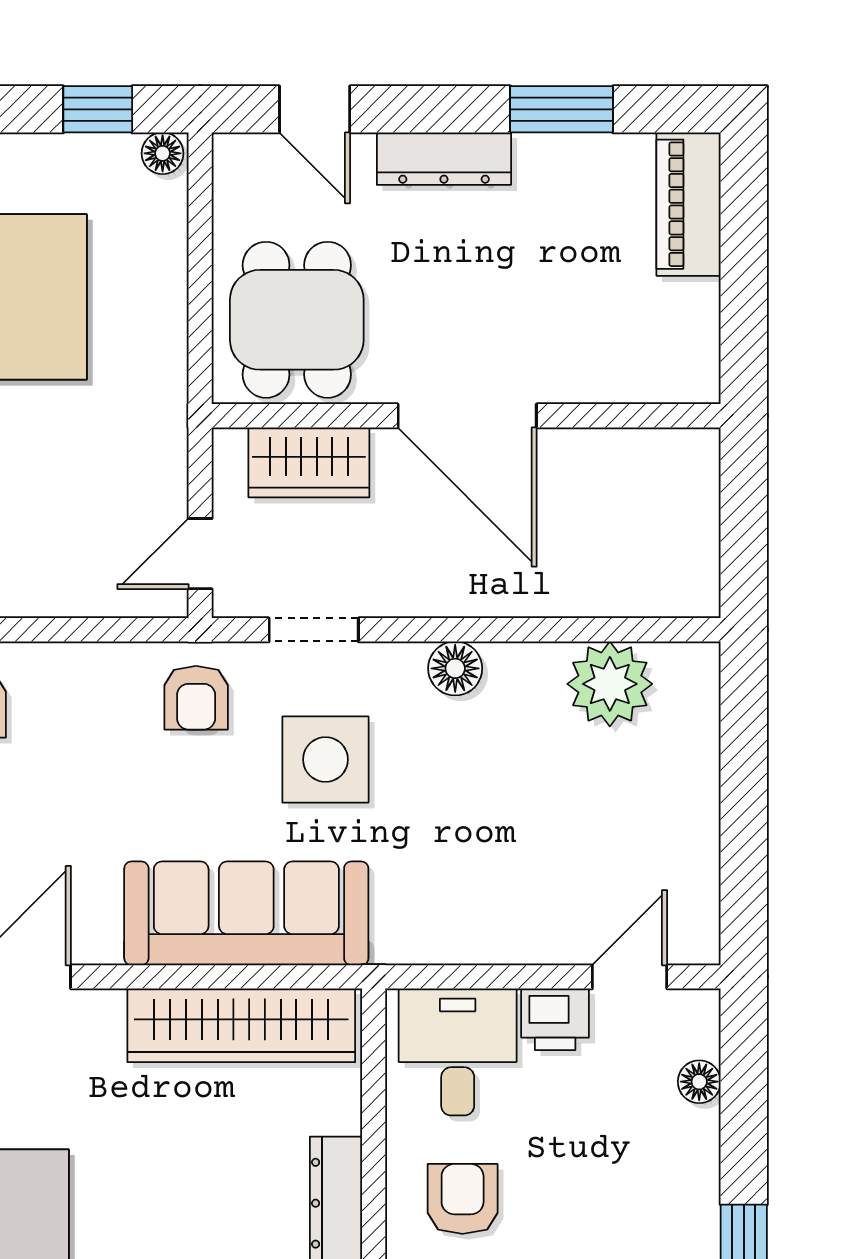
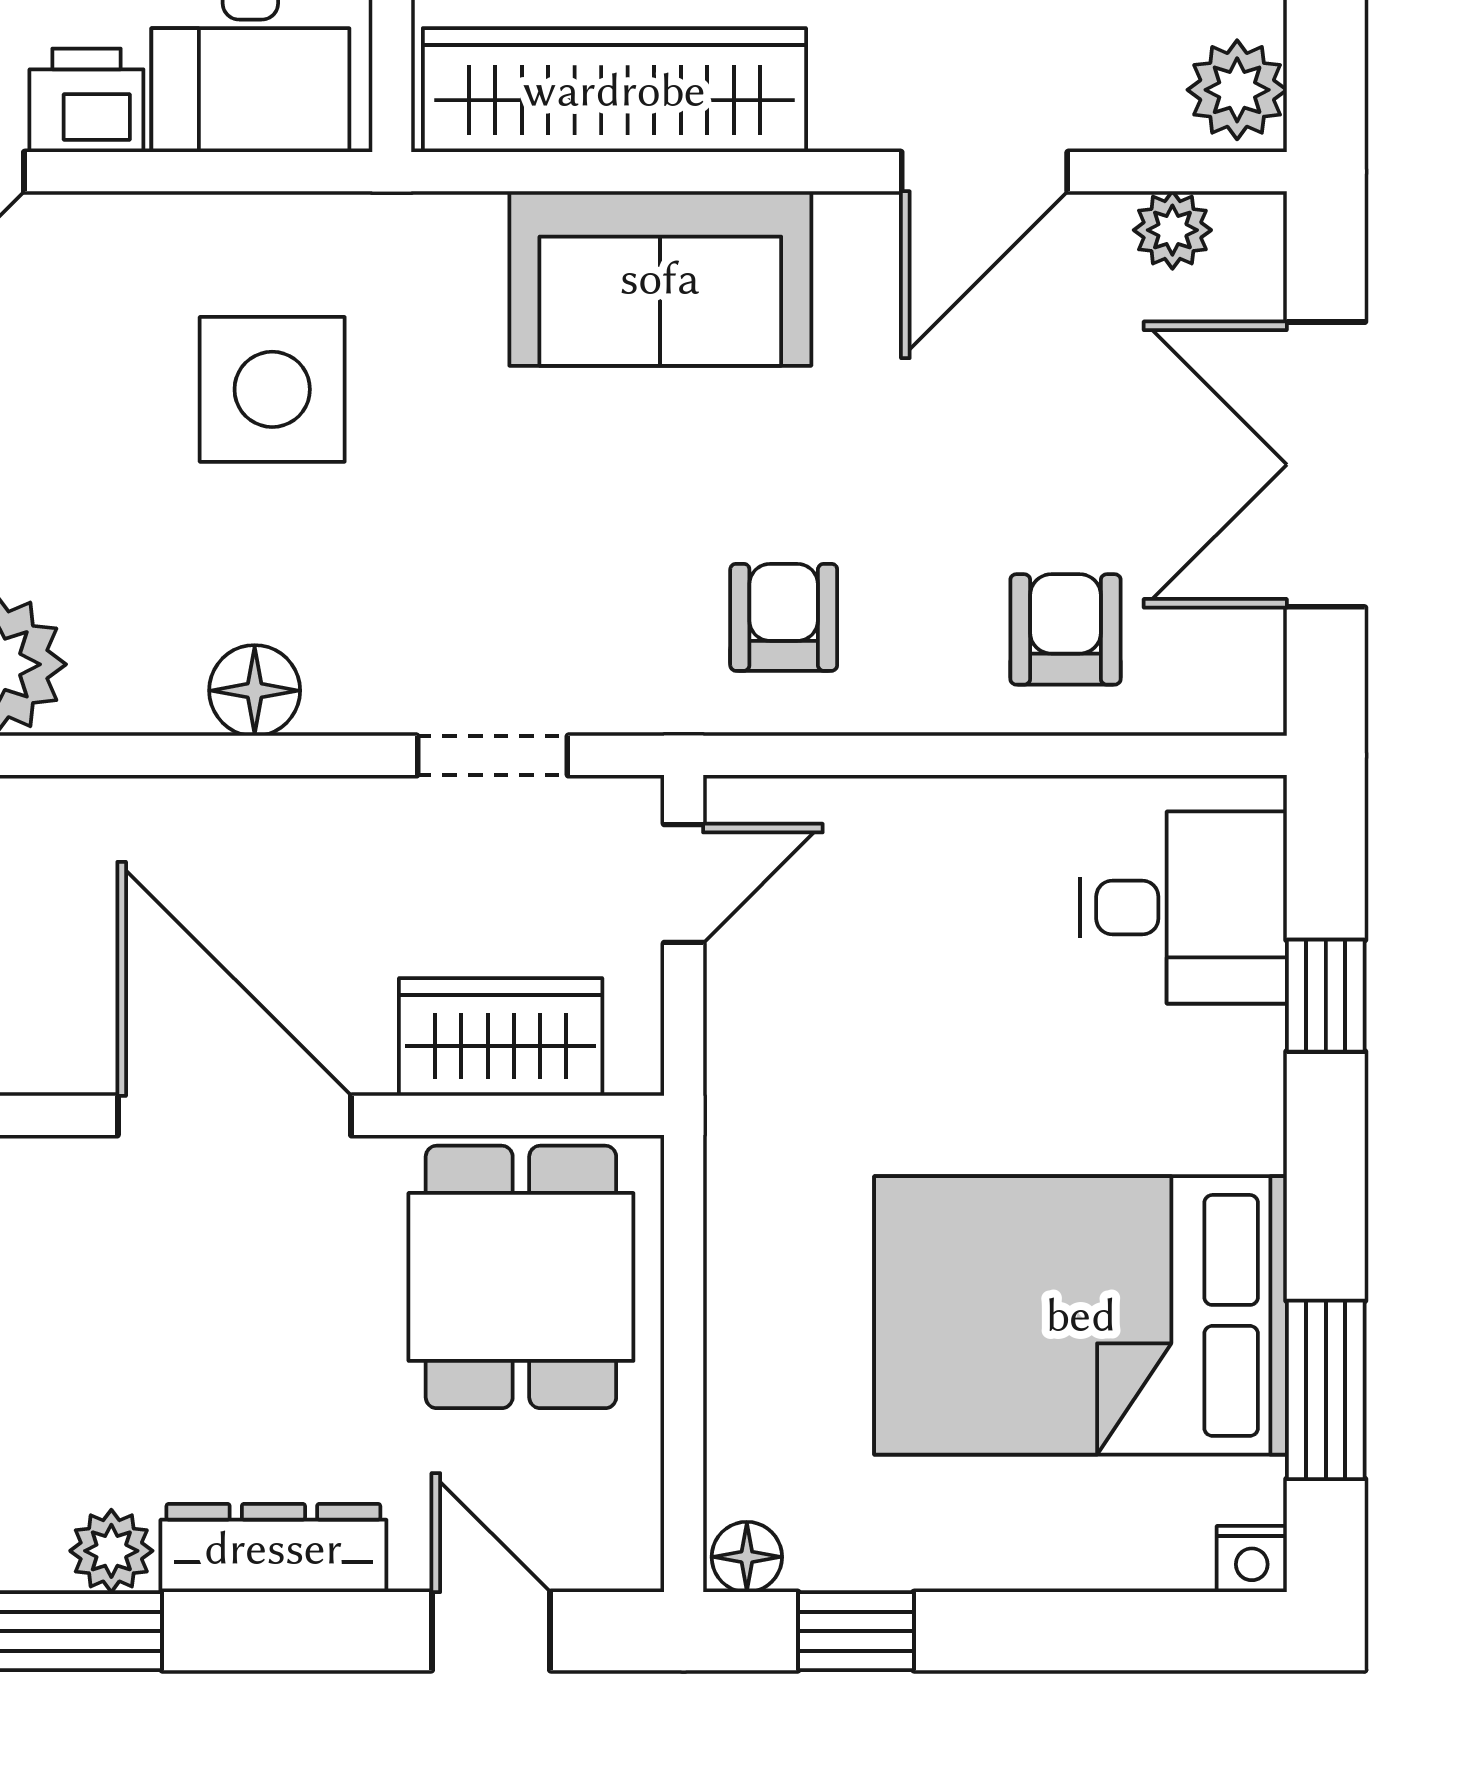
plant: (540, 157) -> (111, 1551), added
armchair: (196, 698) -> (784, 617), moved
side table: (325, 759) -> (272, 389), moved
sofa: (246, 913) -> (660, 278), width x0.73

